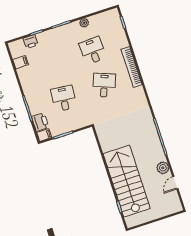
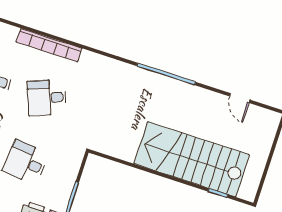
desk: (104, 85) -> (47, 98), turned -42
plant: (163, 168) -> (209, 100), removed

